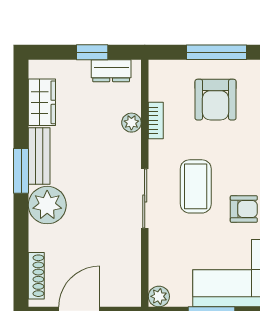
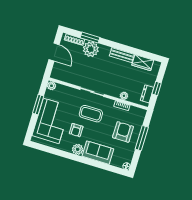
armchair: (216, 100) -> (123, 132), turned 90
window: (21, 171) -> (90, 38), moved
plant: (47, 205) -> (91, 49), moved

